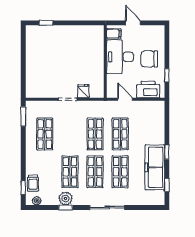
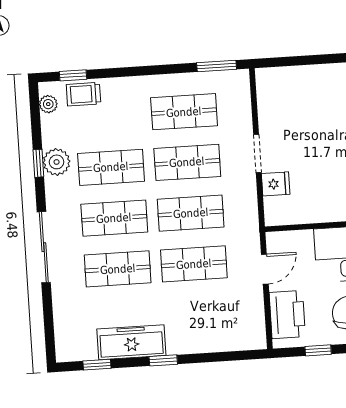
shop shelf: (70, 134) -> (187, 162), added
freezer: (155, 167) -> (131, 342), width x0.73, depth x0.79

